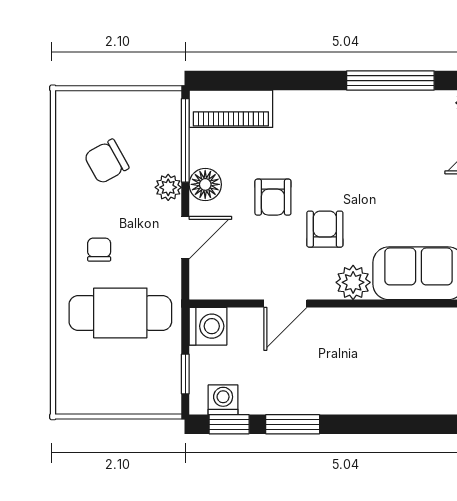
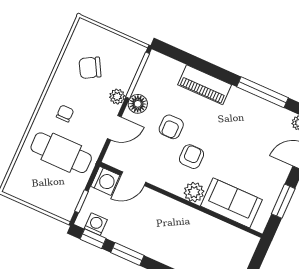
piano: (231, 109) -> (205, 85), moved
door: (285, 303) -> (133, 179), moved

